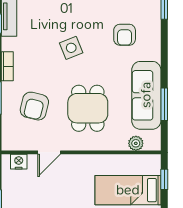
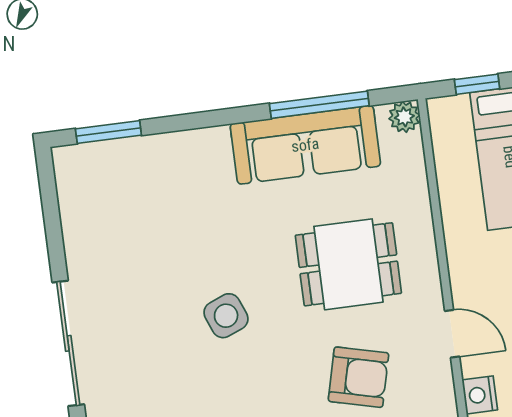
armchair: (125, 35) -> (184, 207), removed
window: (164, 104) -> (319, 105), width x1.44
plant: (136, 143) -> (404, 117), moved

